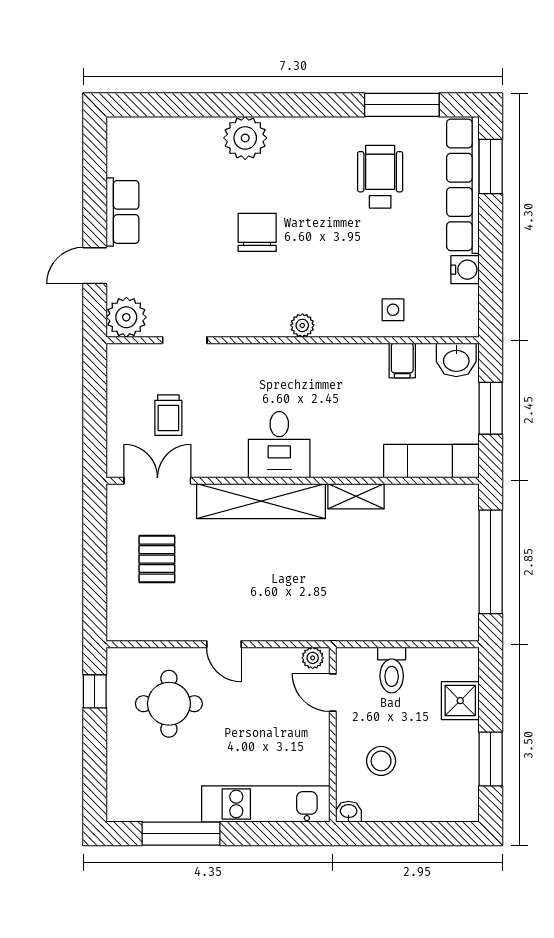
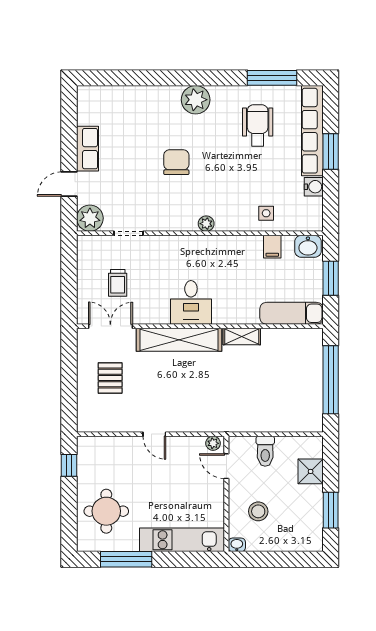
plant: (245, 138) -> (196, 100), moved
window: (491, 167) -> (331, 152), moved
round table: (169, 704) -> (106, 511), moved

